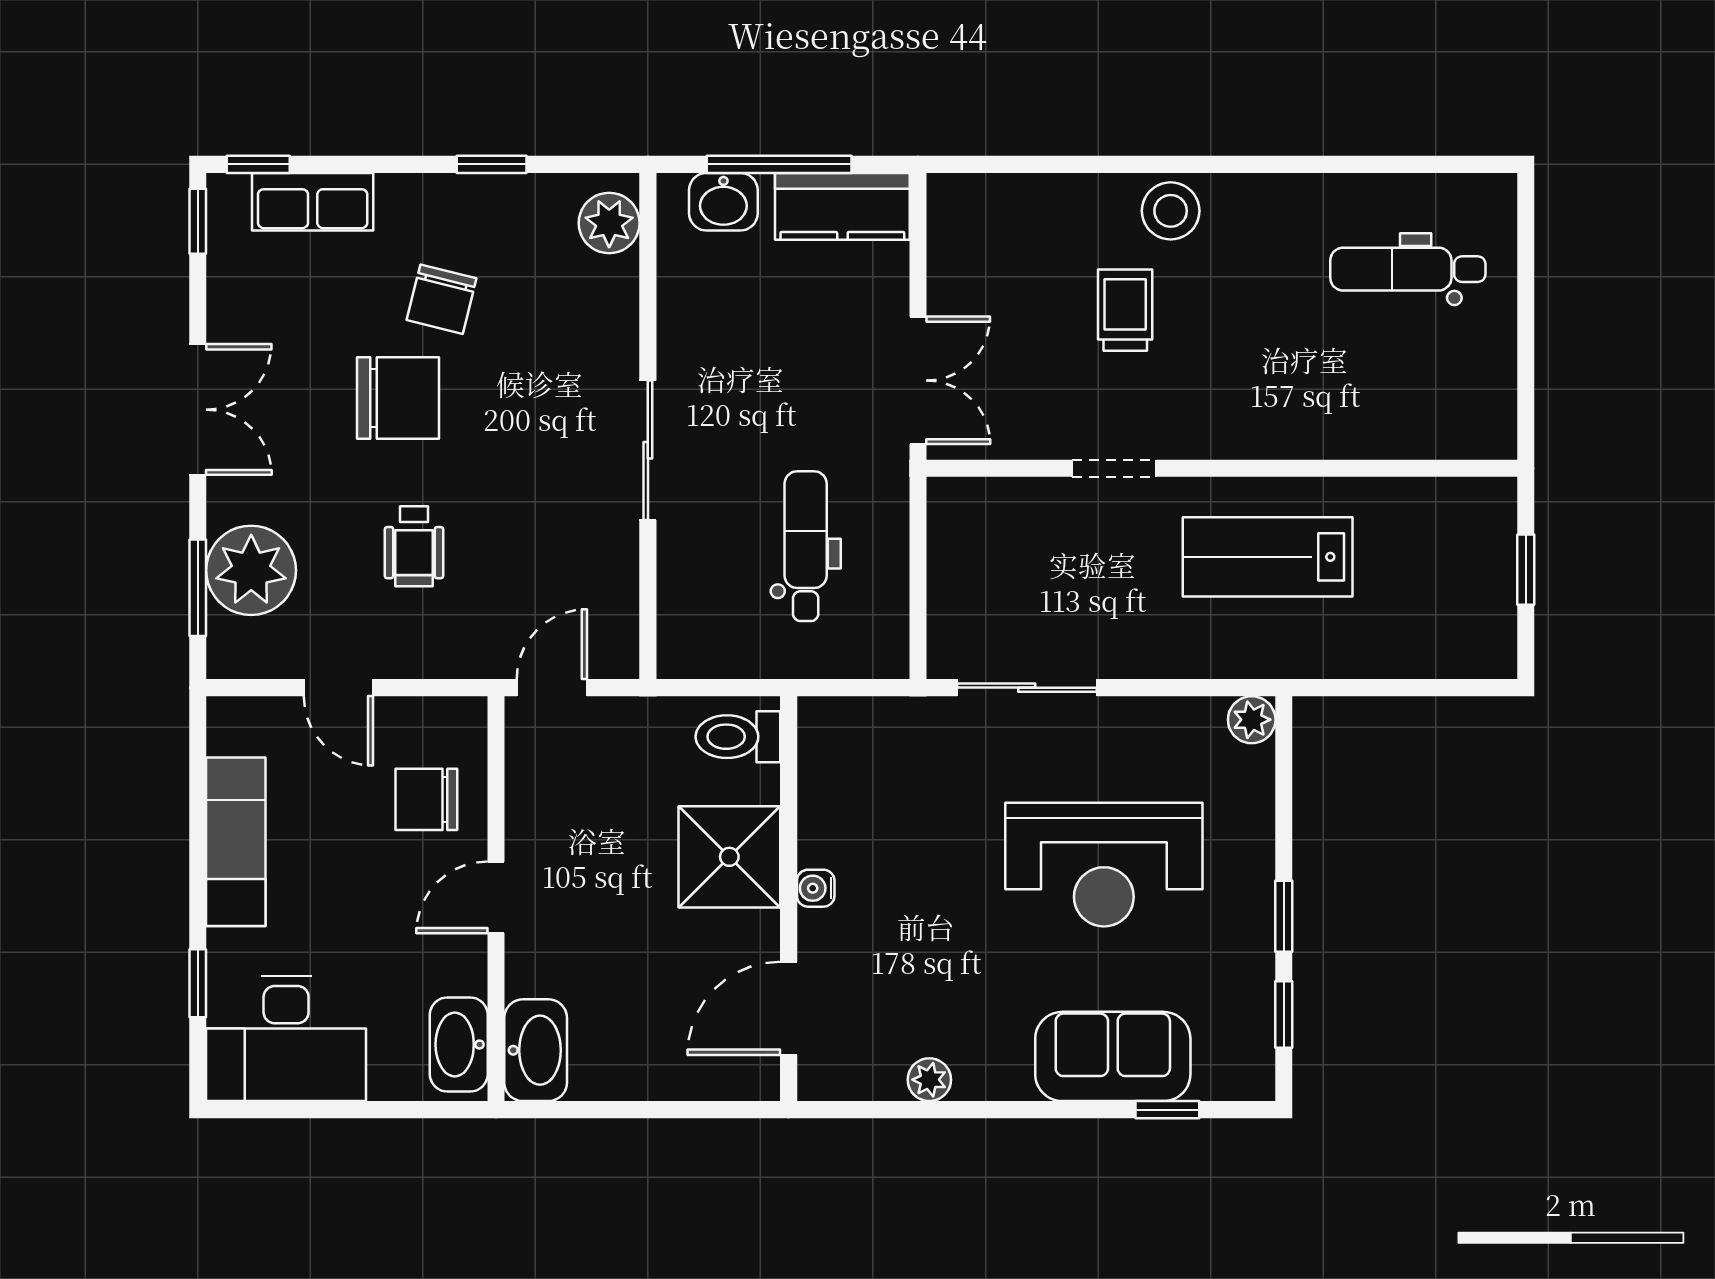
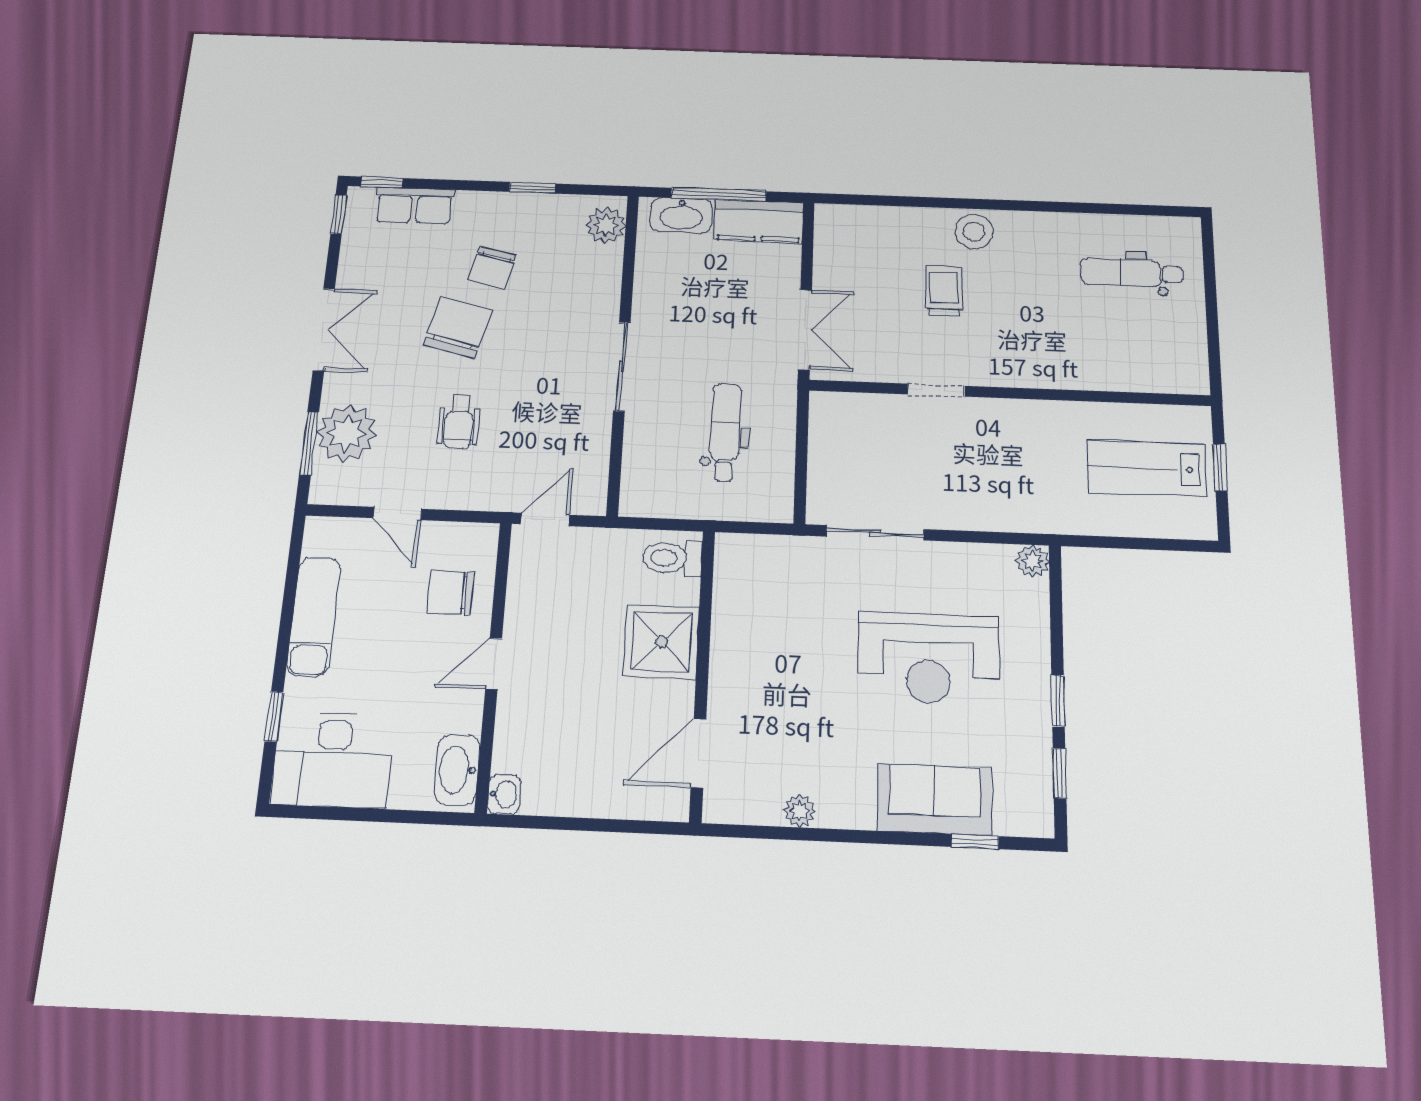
washbasin: (723, 202) -> (681, 215), width x1.38
chair: (398, 398) -> (458, 327), turned -77
lab bench: (1268, 557) -> (1146, 468), moved
water cooler: (816, 888) -> (722, 667), removed
washbasin: (536, 1050) -> (504, 794), width x0.52, depth x0.69

